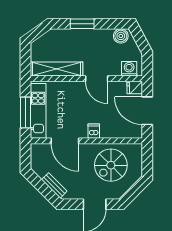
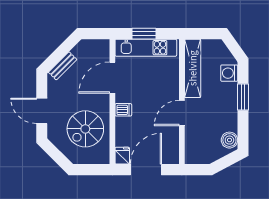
washing machine: (129, 69) -> (229, 73), moved, turned 180
fridge: (135, 87) -> (122, 156), moved
window: (25, 113) -> (144, 34), width x0.69
spiral stairs: (111, 165) -> (85, 129), turned -90

